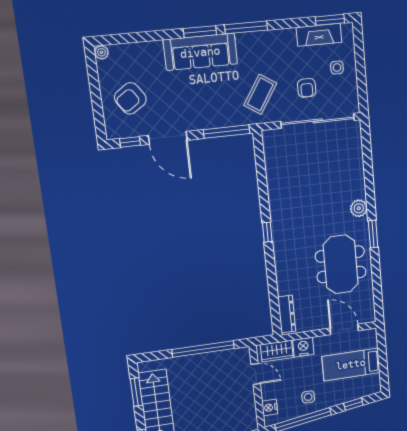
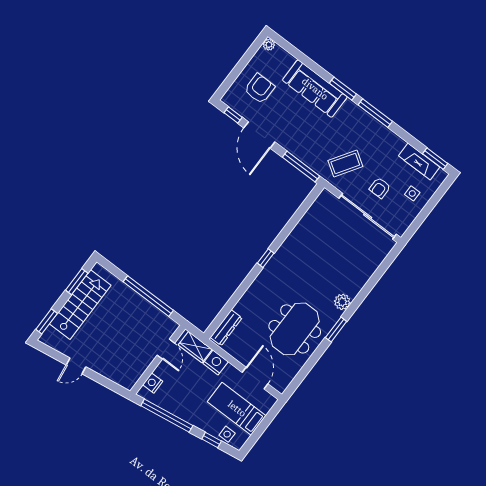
sofa: (200, 52) -> (315, 89), moved
armchair: (130, 98) -> (260, 89), turned 124
side table: (308, 397) -> (227, 434), moved

